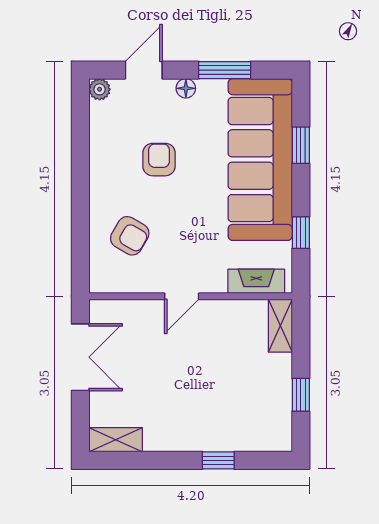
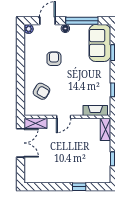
window: (225, 70) -> (82, 21), width x1.44
sofa: (260, 160) -> (100, 43), width x0.54, depth x0.79
shelving: (116, 440) -> (35, 123), moved

